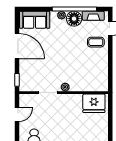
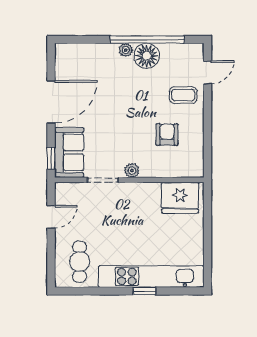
fireplace: (93, 16) -> (179, 51), removed
sofa: (35, 20) -> (69, 152), moved, turned -90
door: (17, 46) -> (51, 102), hinge flipped
armchair: (86, 66) -> (167, 135), added

